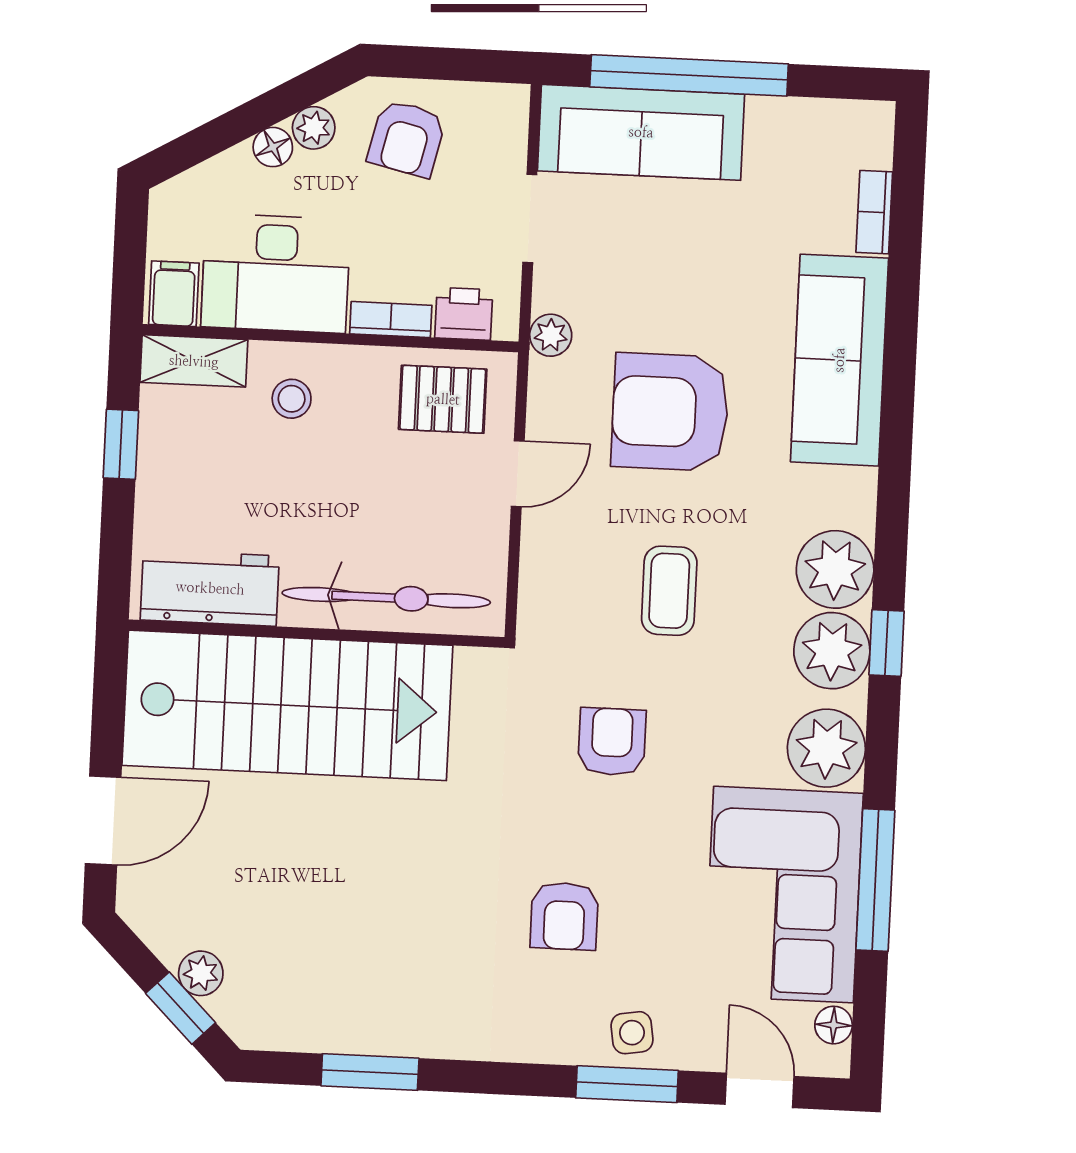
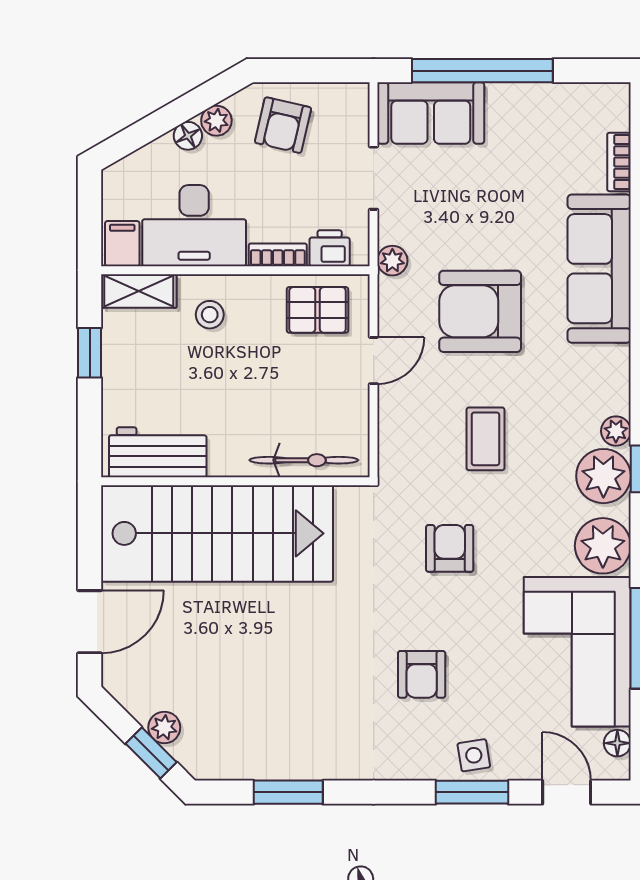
sofa: (641, 132) -> (431, 113), width x0.73
plant: (835, 569) -> (616, 431), width x0.53, depth x0.53
bicycle: (386, 598) -> (304, 460), width x0.73, depth x0.71

